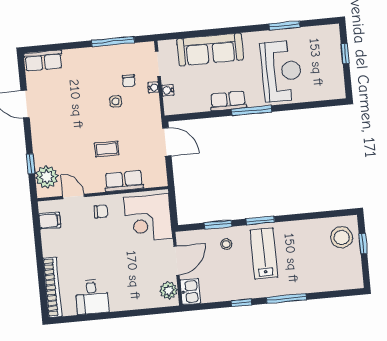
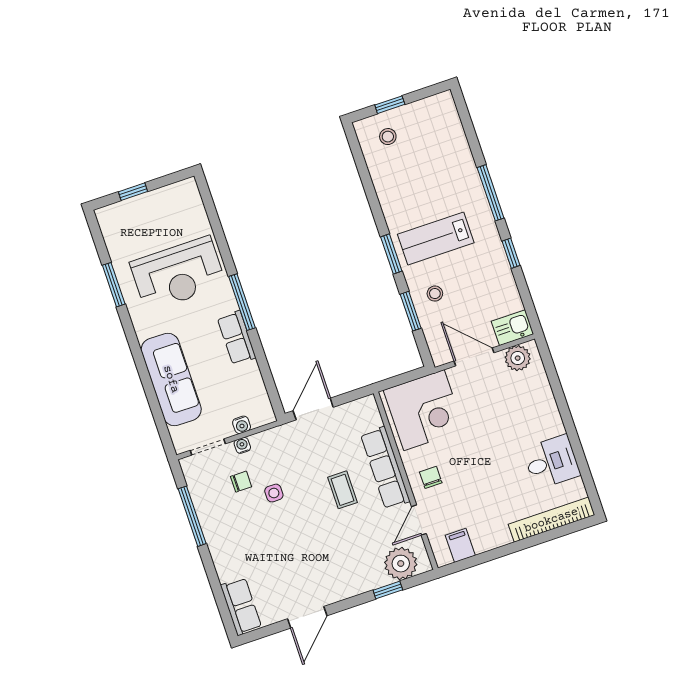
reception desk: (281, 71) -> (178, 274), turned 180
row of seats: (124, 181) -> (385, 468), width x1.48
stool: (342, 237) -> (388, 137), width x0.53, depth x0.53

